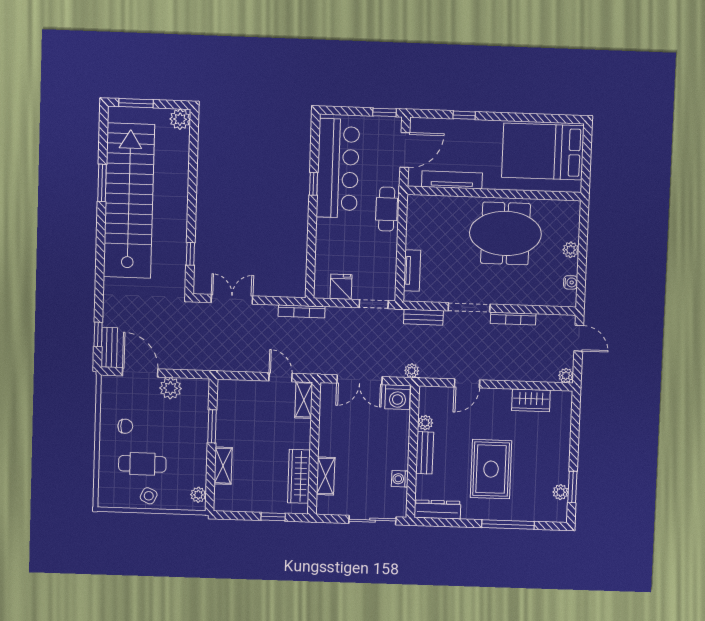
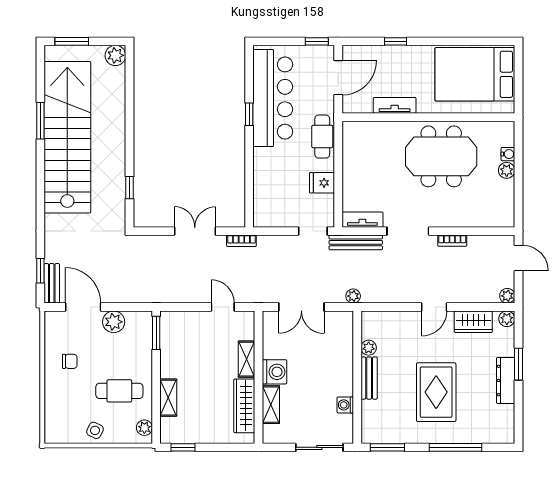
tv unit: (452, 180) -> (395, 105), width x0.71
tv unit: (412, 271) -> (362, 220), moved, turned -90
water cooler: (571, 282) -> (508, 154), moved
fridge: (341, 287) -> (322, 183), moved, turned -90
double door: (232, 299) -> (195, 231), moved
bookcase: (302, 311) -> (241, 241), width x0.64
bench: (423, 317) -> (356, 242), width x1.36
bookcase: (513, 319) -> (452, 241), width x0.64
door: (467, 383) -> (434, 307), moved
washing machine: (398, 397) -> (275, 372), moved, turned -90
shelving: (304, 400) -> (247, 359), moved
window: (212, 426) -> (156, 333), moved
cafe table: (142, 464) -> (119, 391), moved
window: (572, 487) -> (518, 364), moved
plant: (561, 492) -> (507, 319), moved
dresser: (437, 509) -> (506, 380), moved, turned -90
window: (273, 517) -> (183, 447), moved
window: (440, 522) -> (387, 447), added

